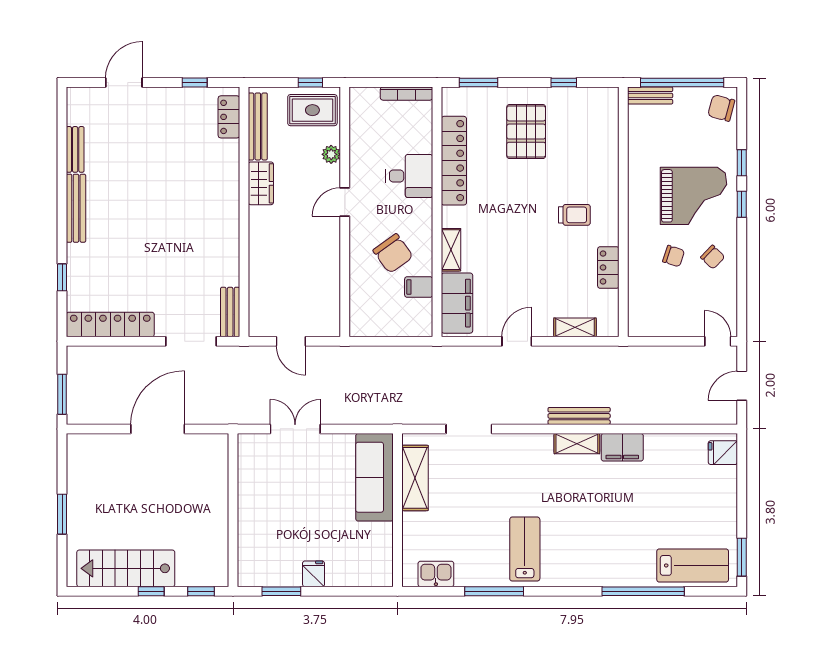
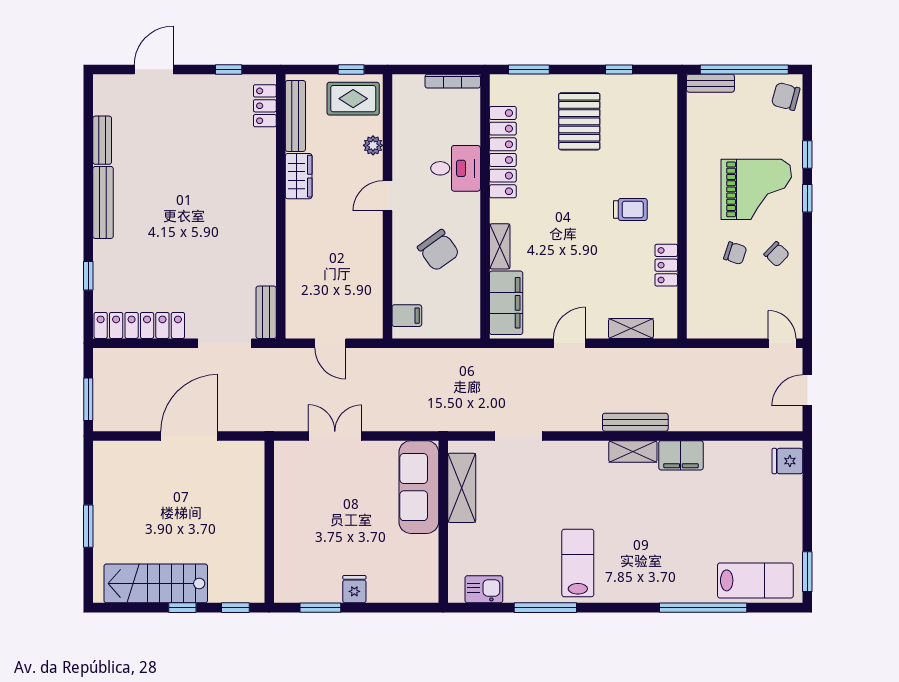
filing cabinet: (419, 287) -> (407, 316), moved, turned 180

